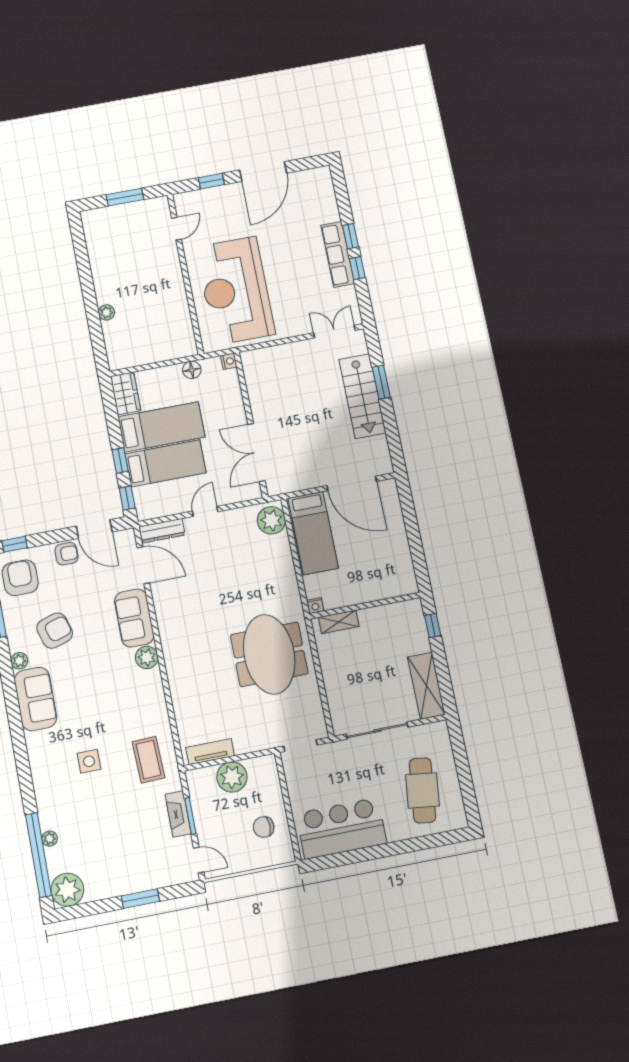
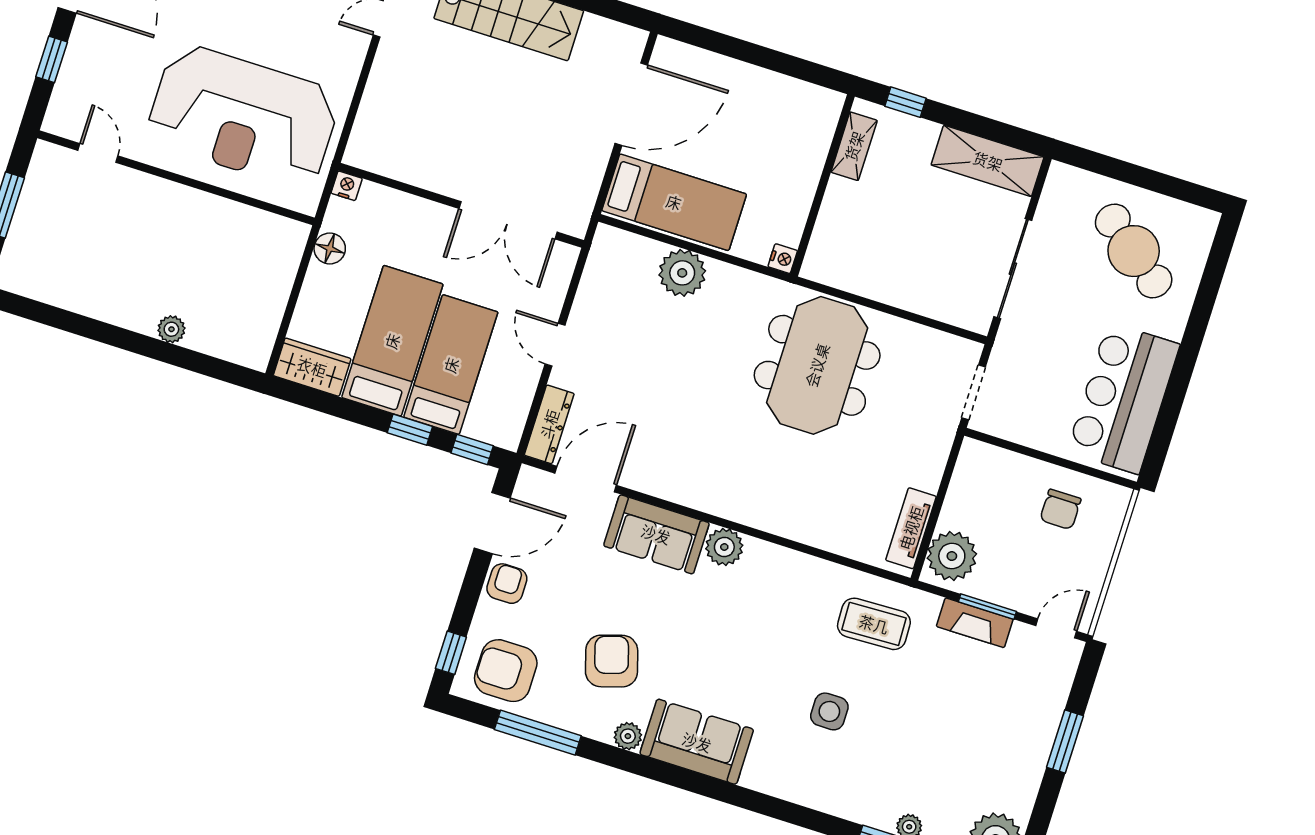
plant: (271, 520) -> (682, 273), moved
shelving: (339, 622) -> (854, 146), moved
meeting table: (269, 654) -> (817, 365), turned 90
plant: (232, 777) -> (952, 556), moved
cafe table: (422, 790) -> (1134, 251), turned 31

